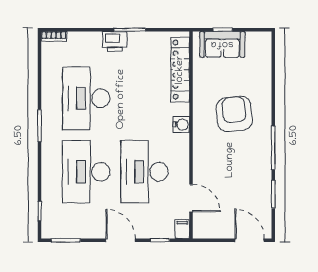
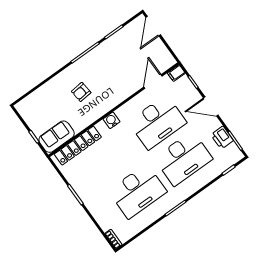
printer: (115, 41) -> (222, 138), moved, turned 180
sofa: (222, 44) -> (57, 137), moved, turned -90
armchair: (234, 114) -> (81, 92), width x0.53, depth x0.53
door: (120, 240) -> (211, 107), hinge flipped

